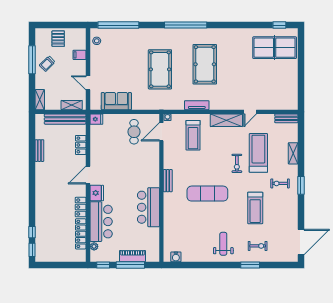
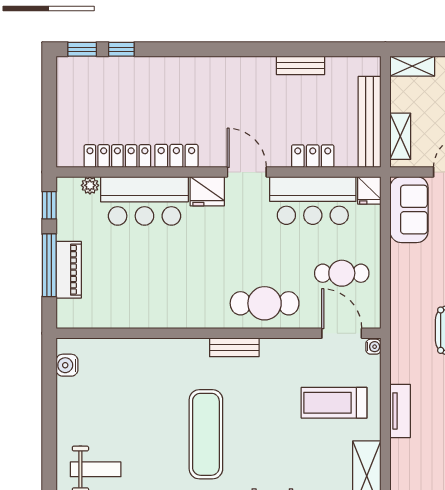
sofa: (116, 101) -> (409, 210), moved
cafe table: (148, 167) -> (265, 303), added
bar counter: (148, 207) -> (313, 200), moved, turned 180

